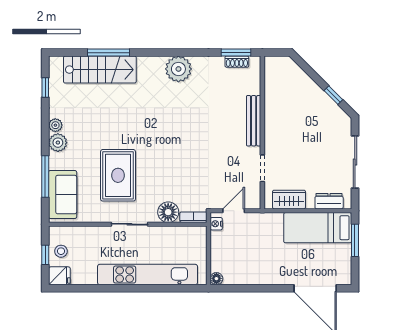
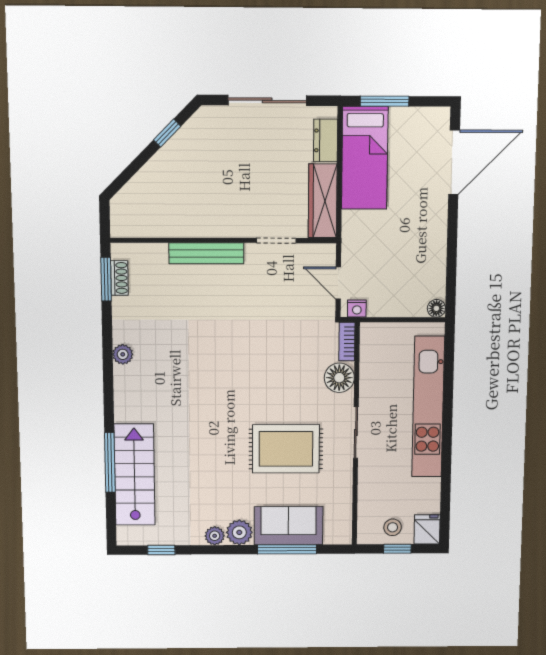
plant: (178, 69) -> (123, 354), width x0.53, depth x0.53
sofa: (63, 195) -> (288, 526), moved
wardrobe: (289, 200) -> (323, 201), width x1.50

